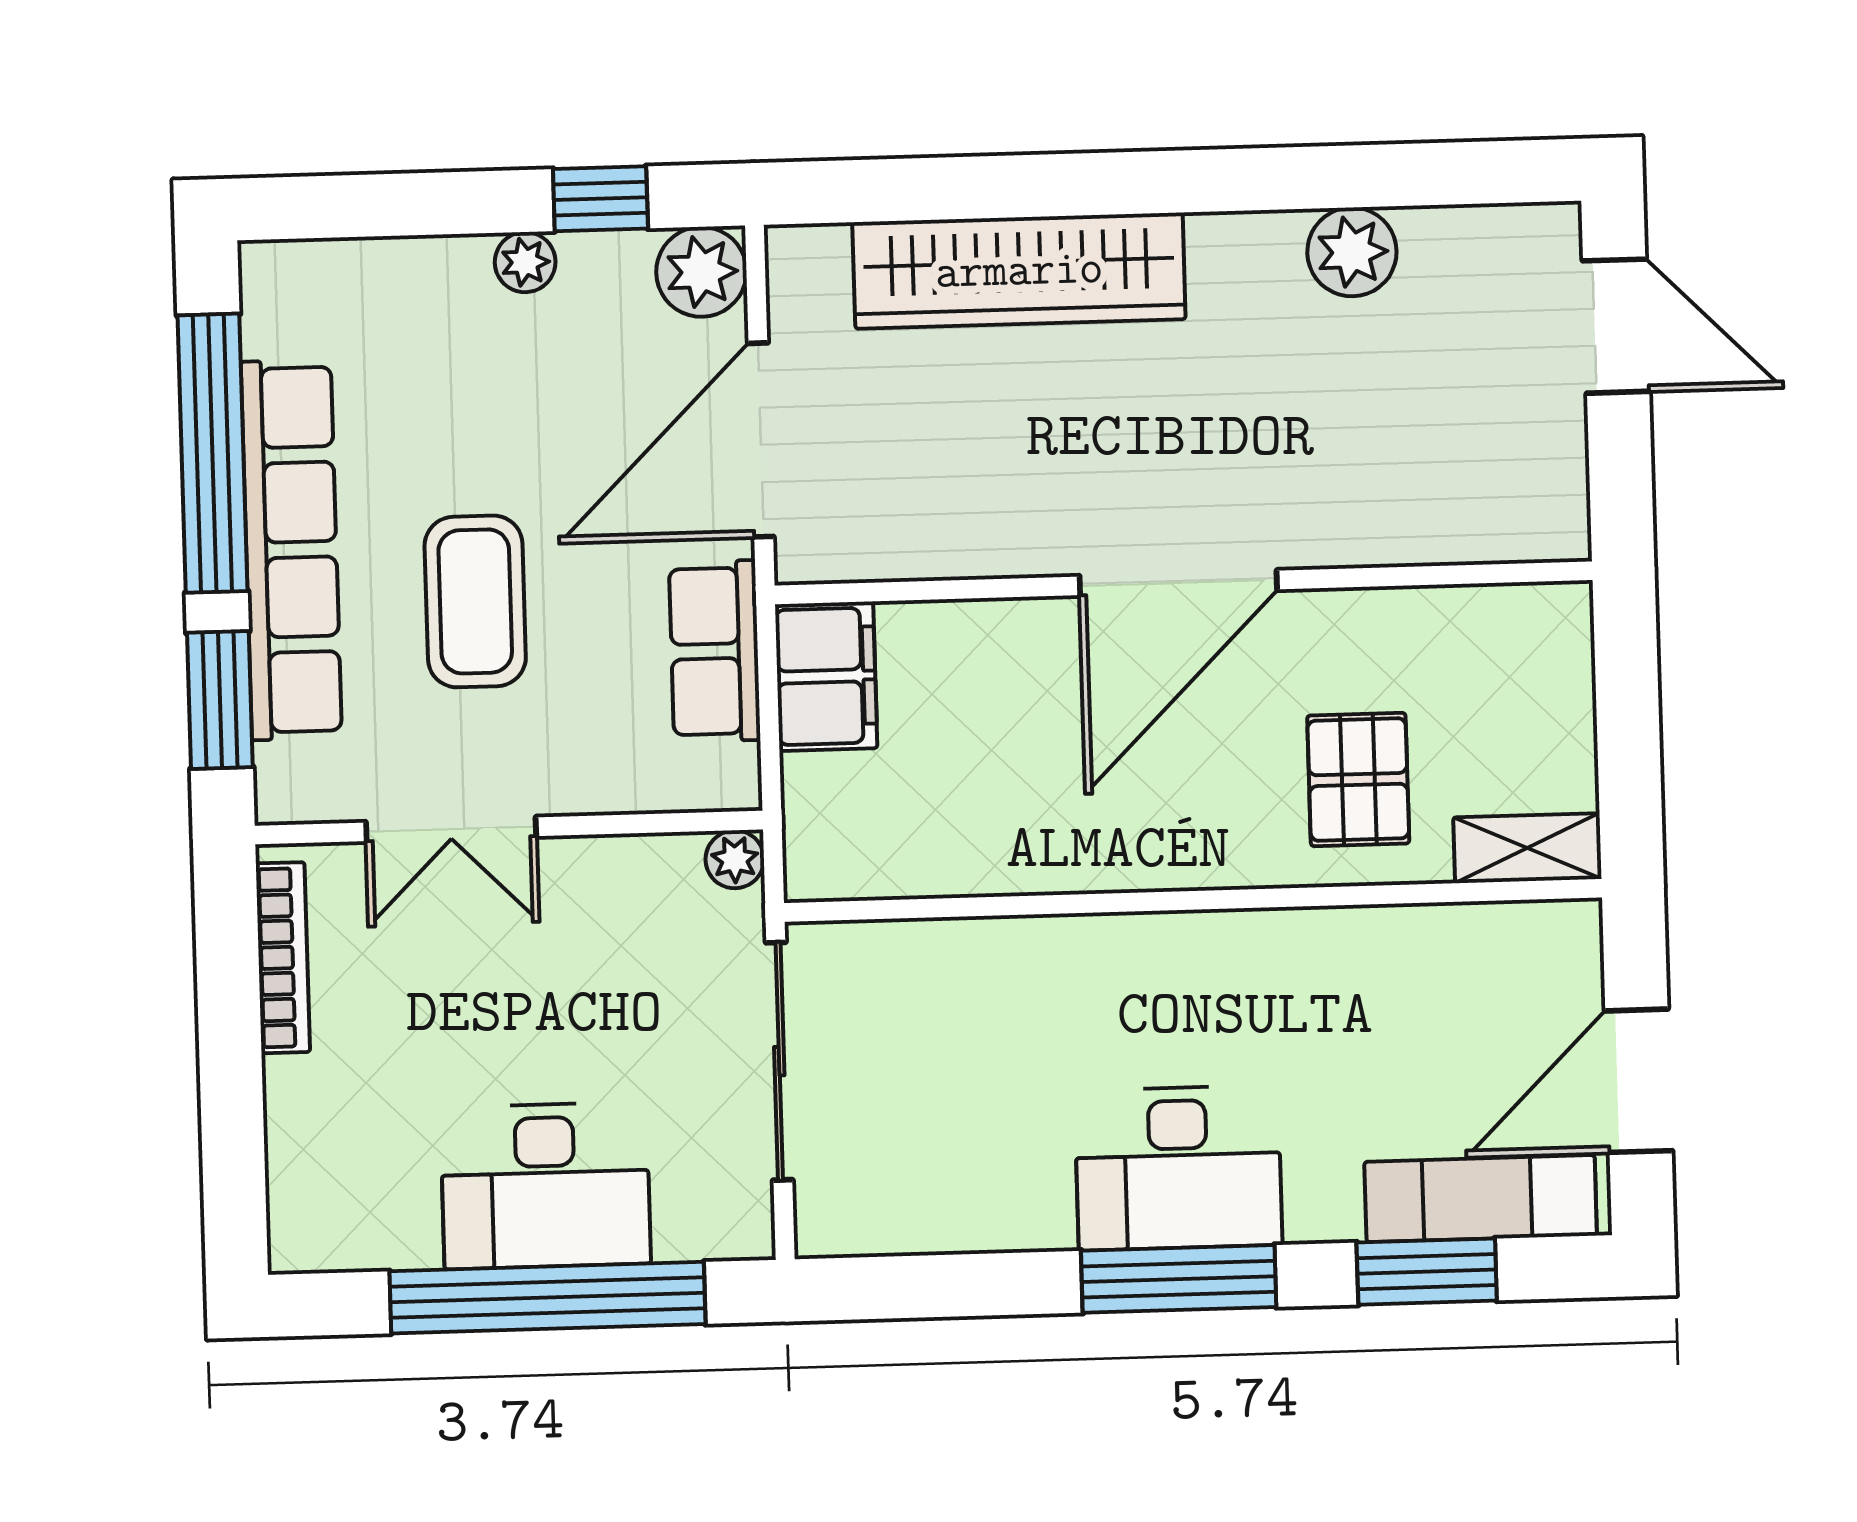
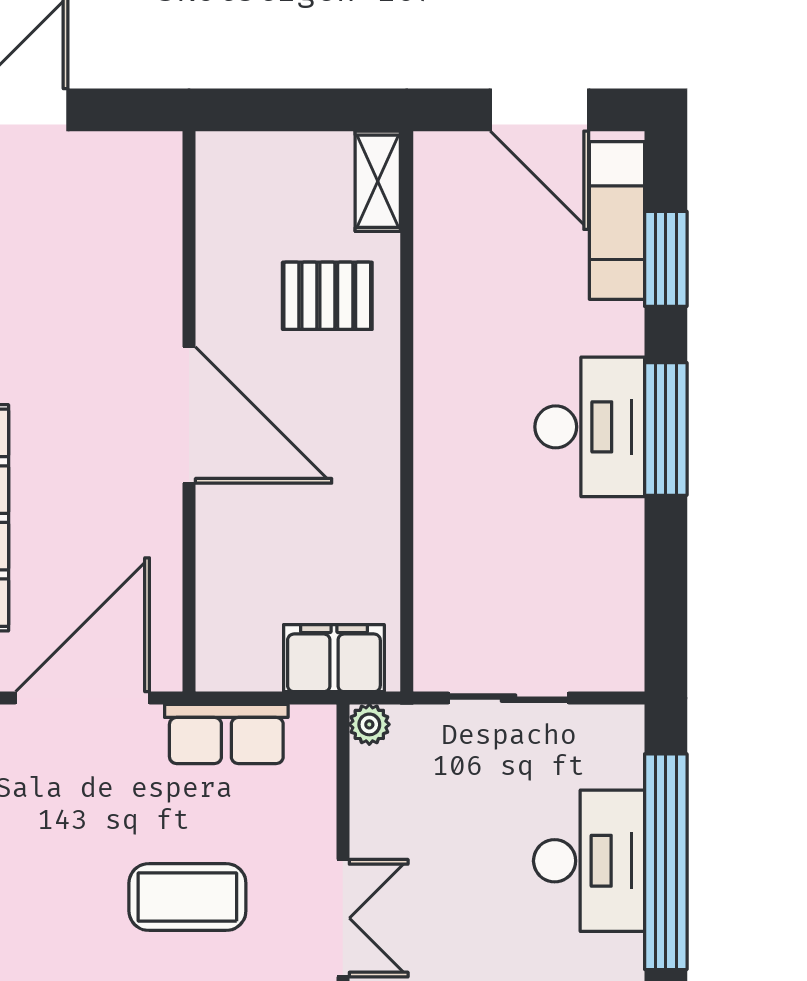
door: (761, 440) -> (83, 698), swing flipped
filing cabinet: (826, 676) -> (334, 658), moved
sliding door: (779, 1061) -> (509, 698), width x0.73

